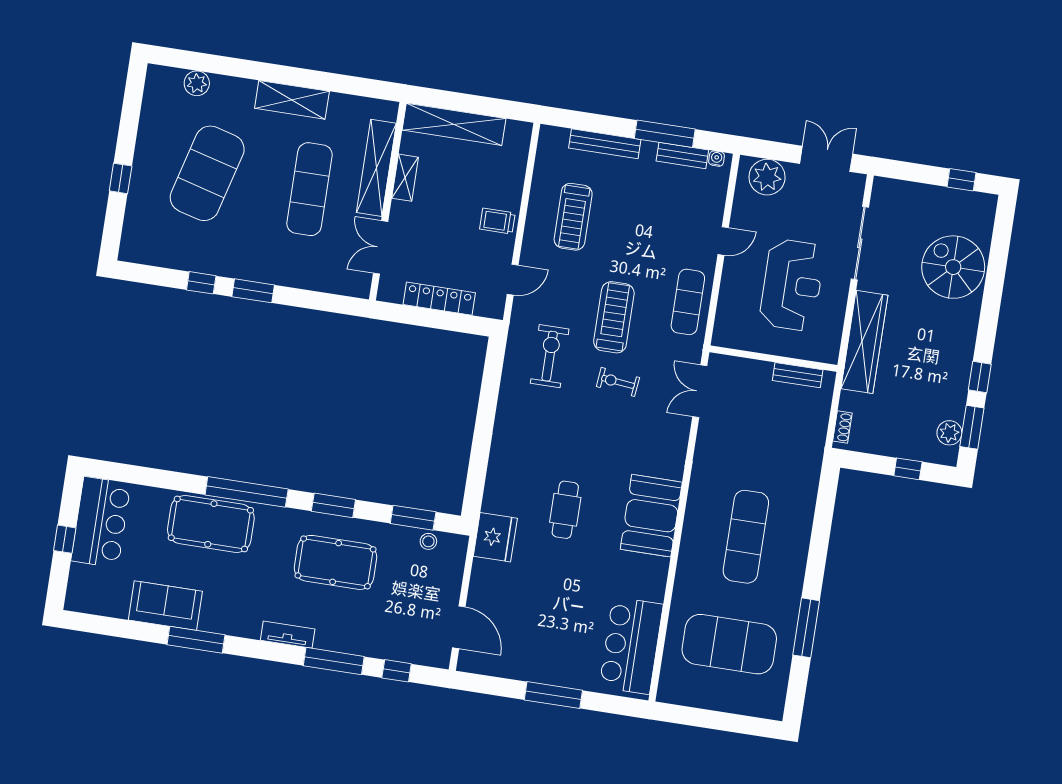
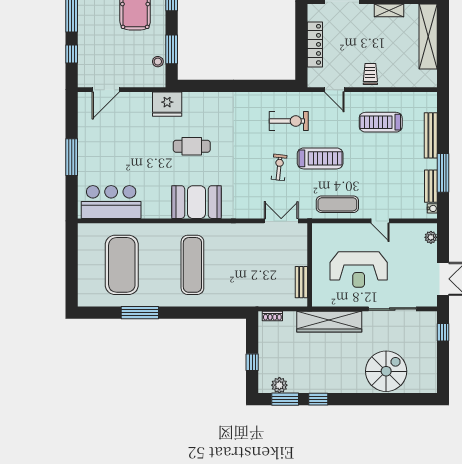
plant: (767, 177) -> (431, 237), width x0.53, depth x0.53
window: (962, 180) -> (443, 332), moved
exercise mat: (746, 537) -> (192, 265), turned 90

